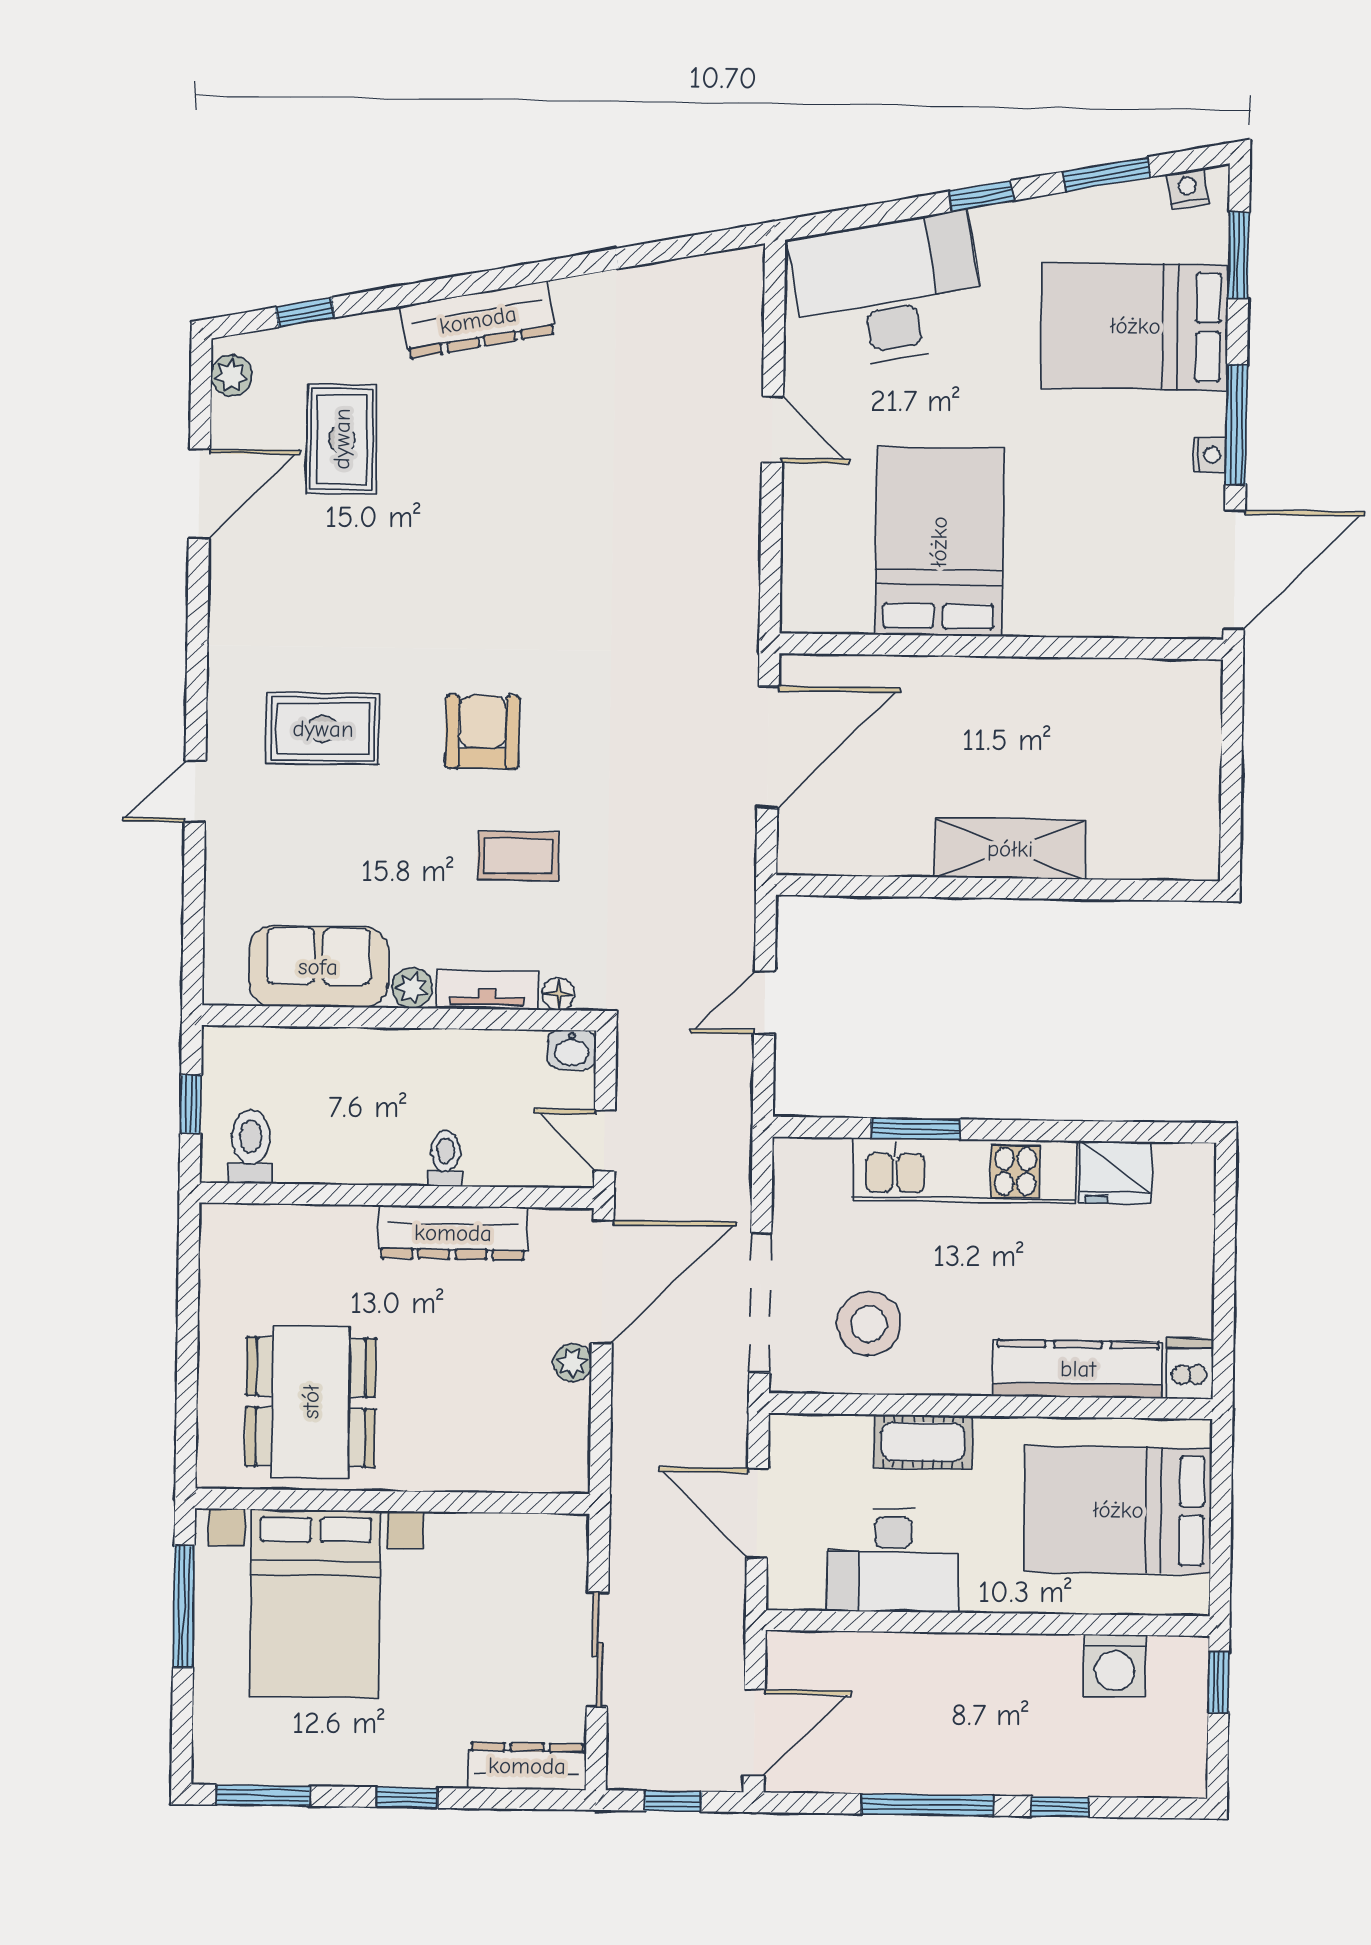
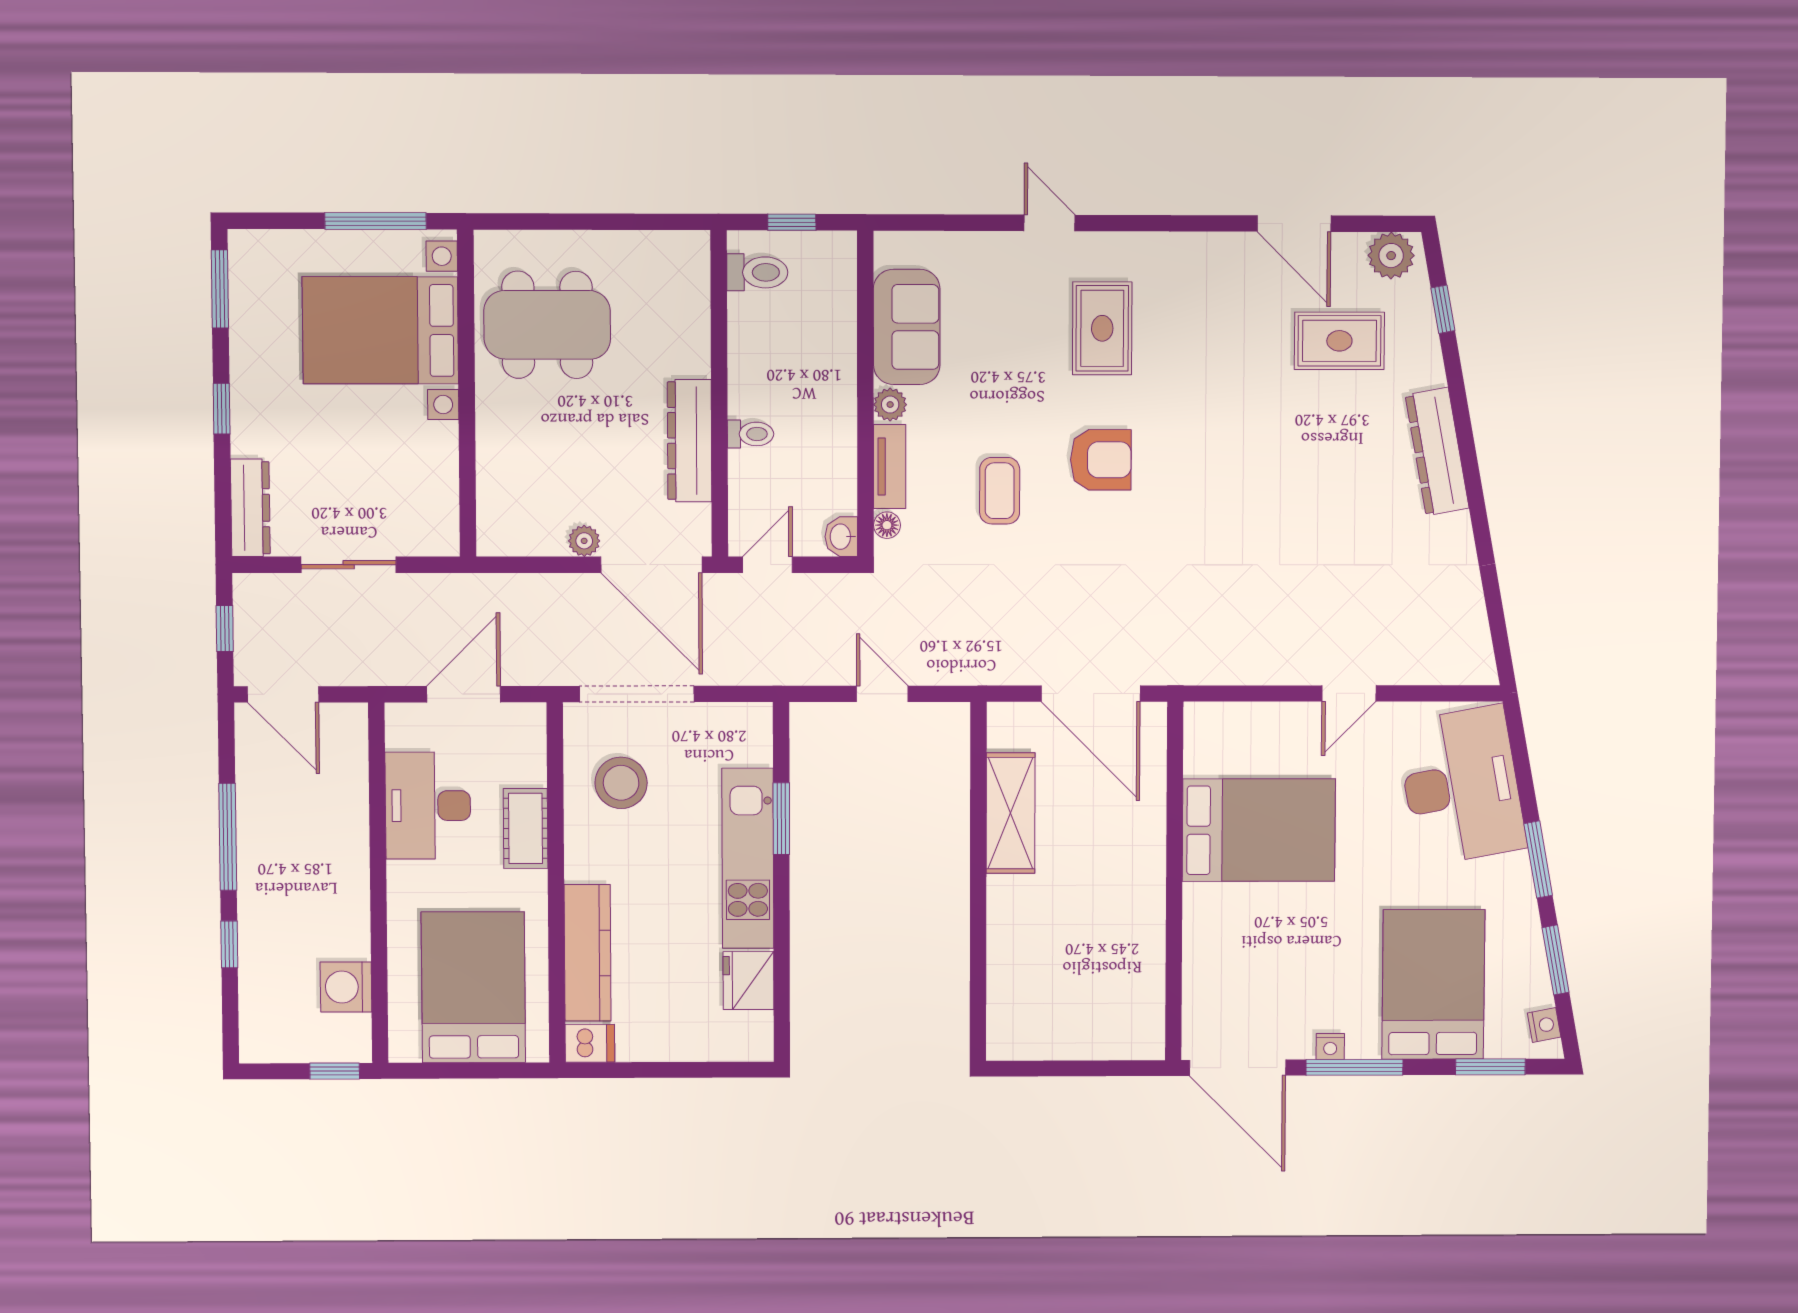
window: (981, 196) -> (1538, 859), width x1.50
plant: (231, 375) -> (1391, 256), width x1.38, depth x1.38
shelving: (1010, 849) -> (1011, 813), moved

